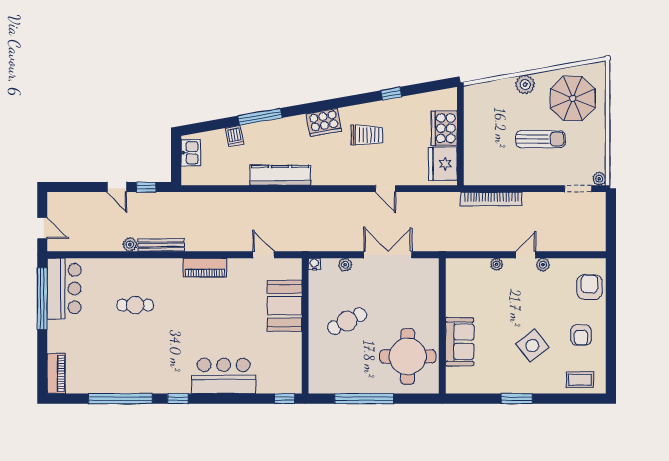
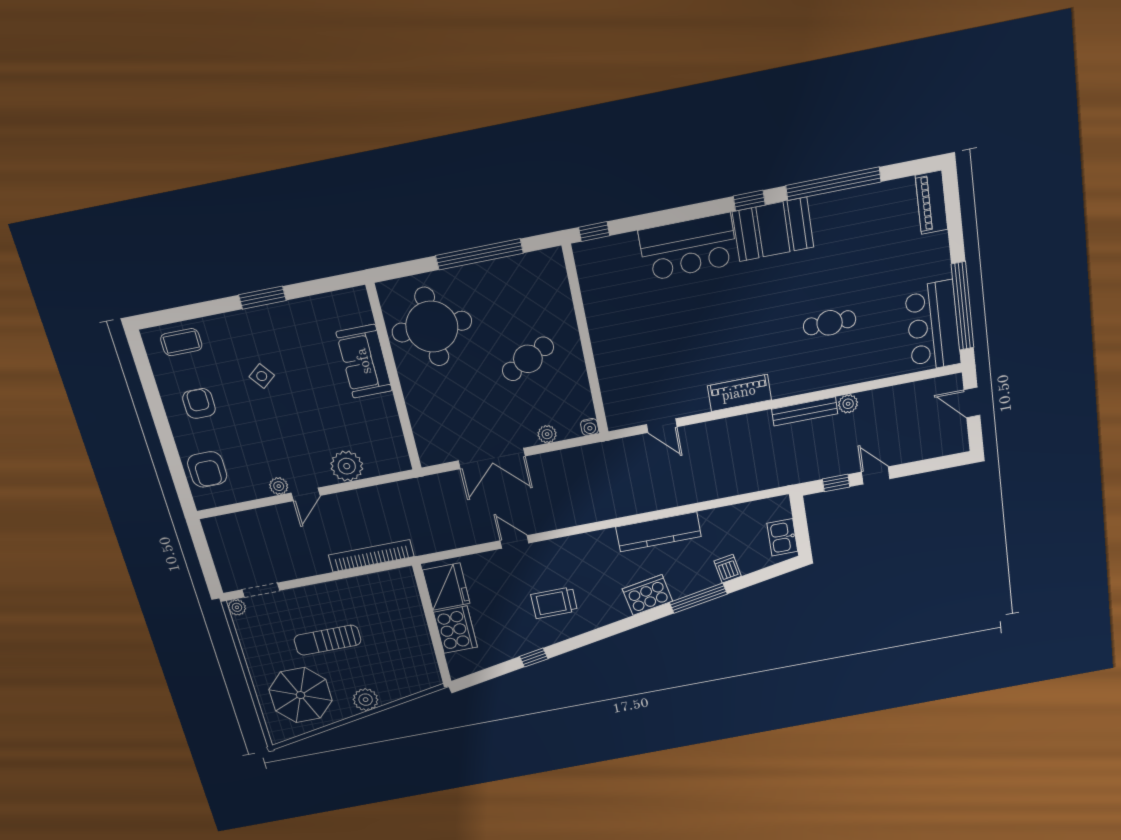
cooker: (324, 122) -> (647, 595), moved
plant: (497, 264) -> (347, 466), width x1.88, depth x1.88
booth: (285, 306) -> (773, 229), moved, turned 90
side table: (532, 346) -> (262, 376), width x0.54, depth x0.54

